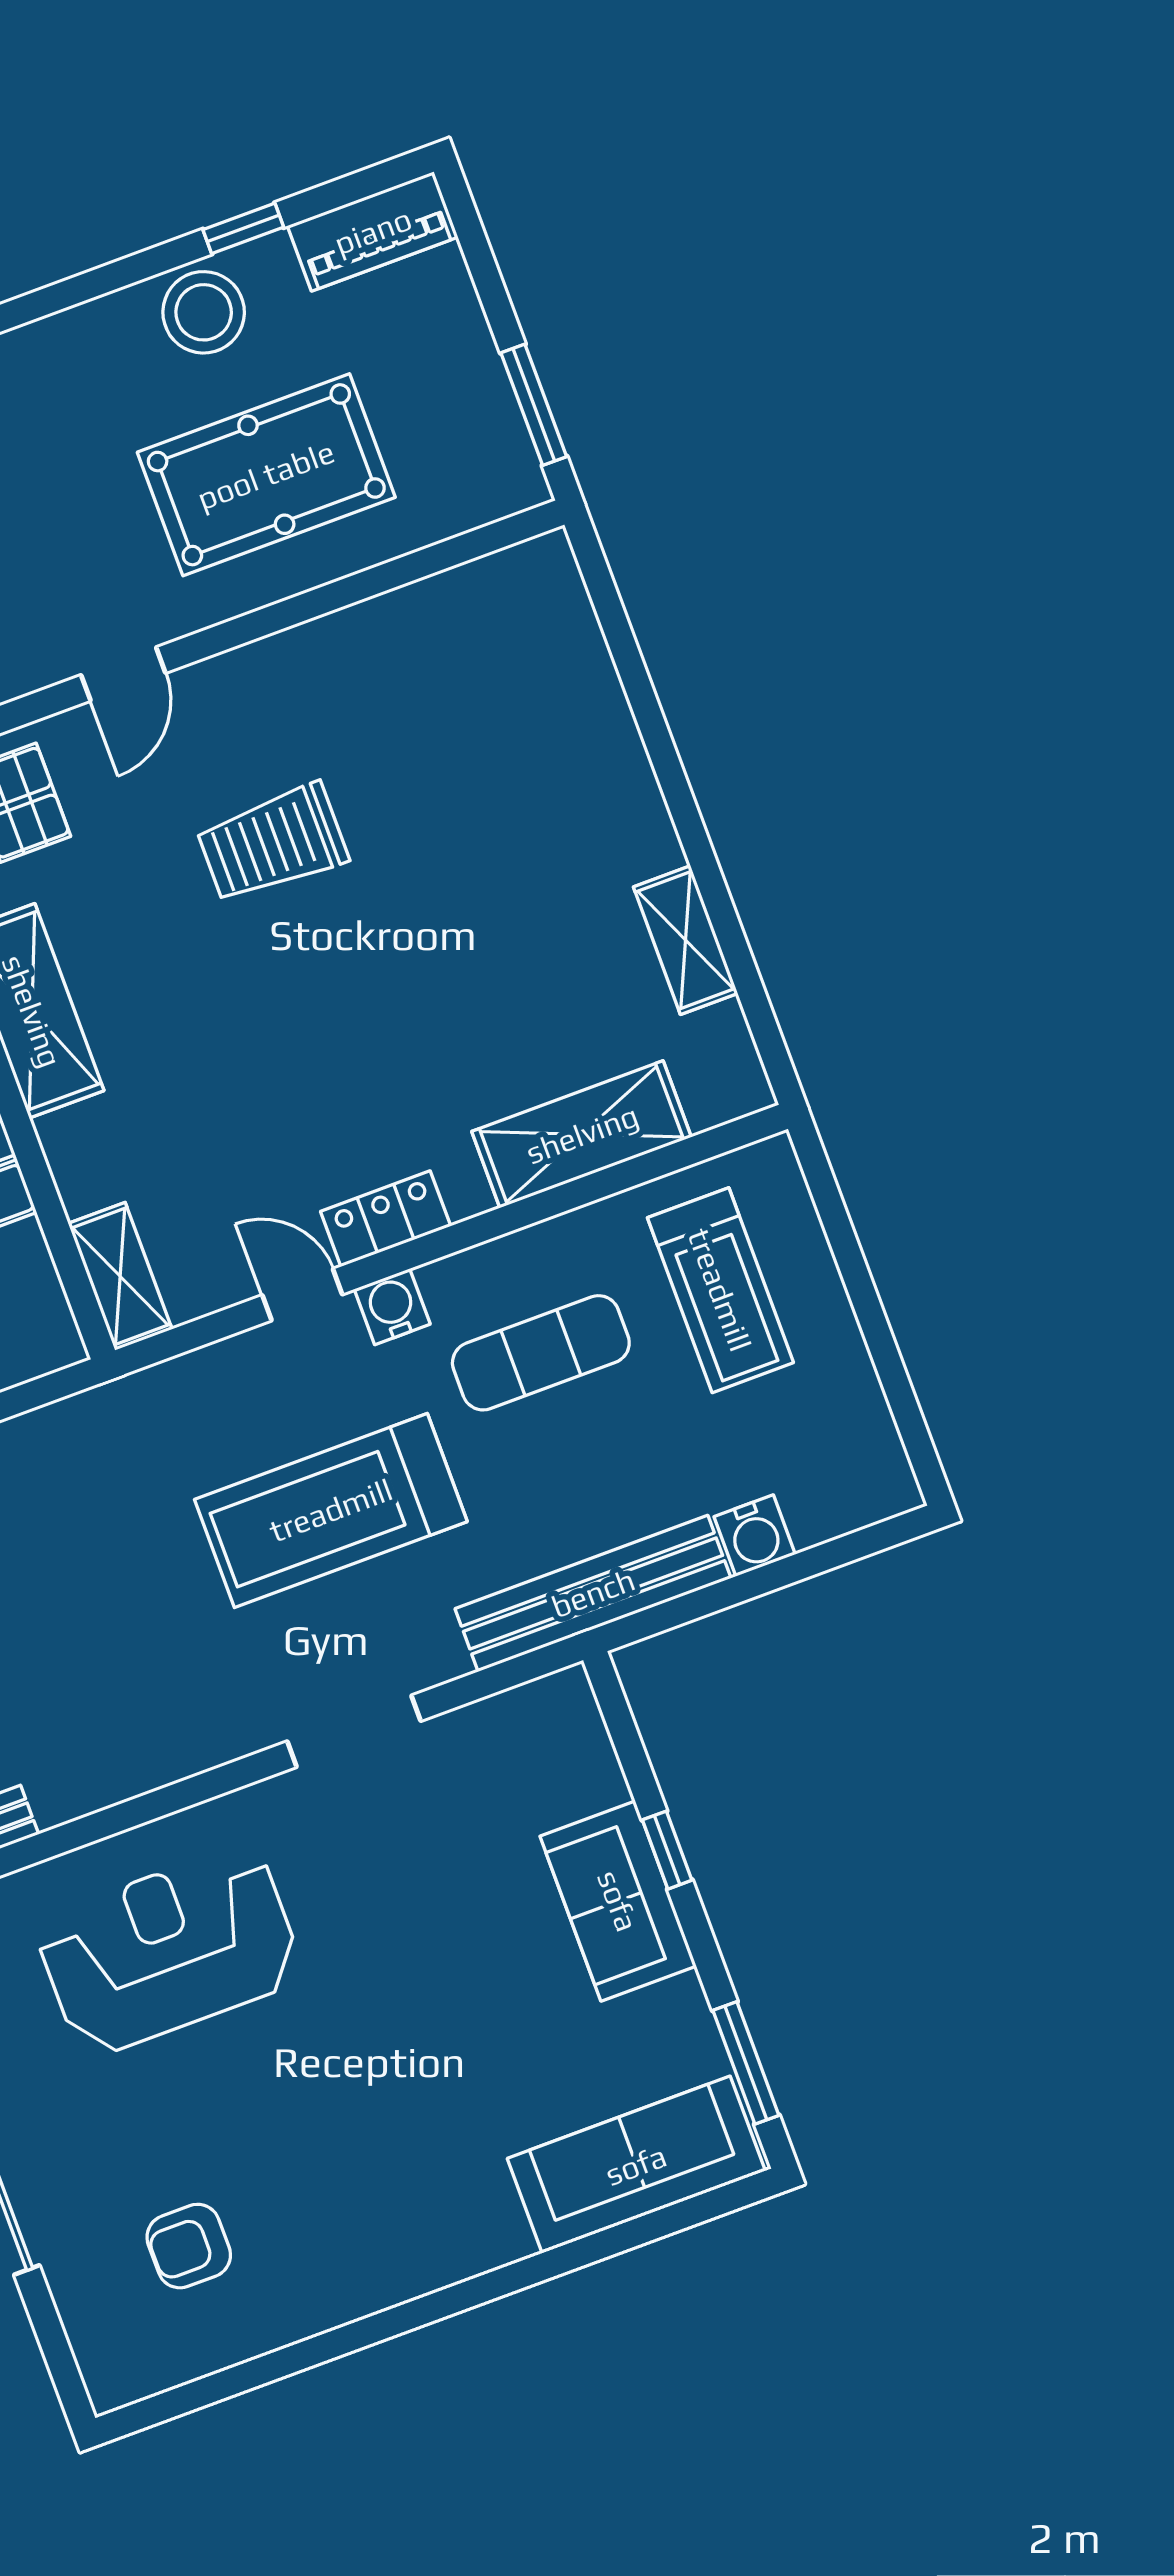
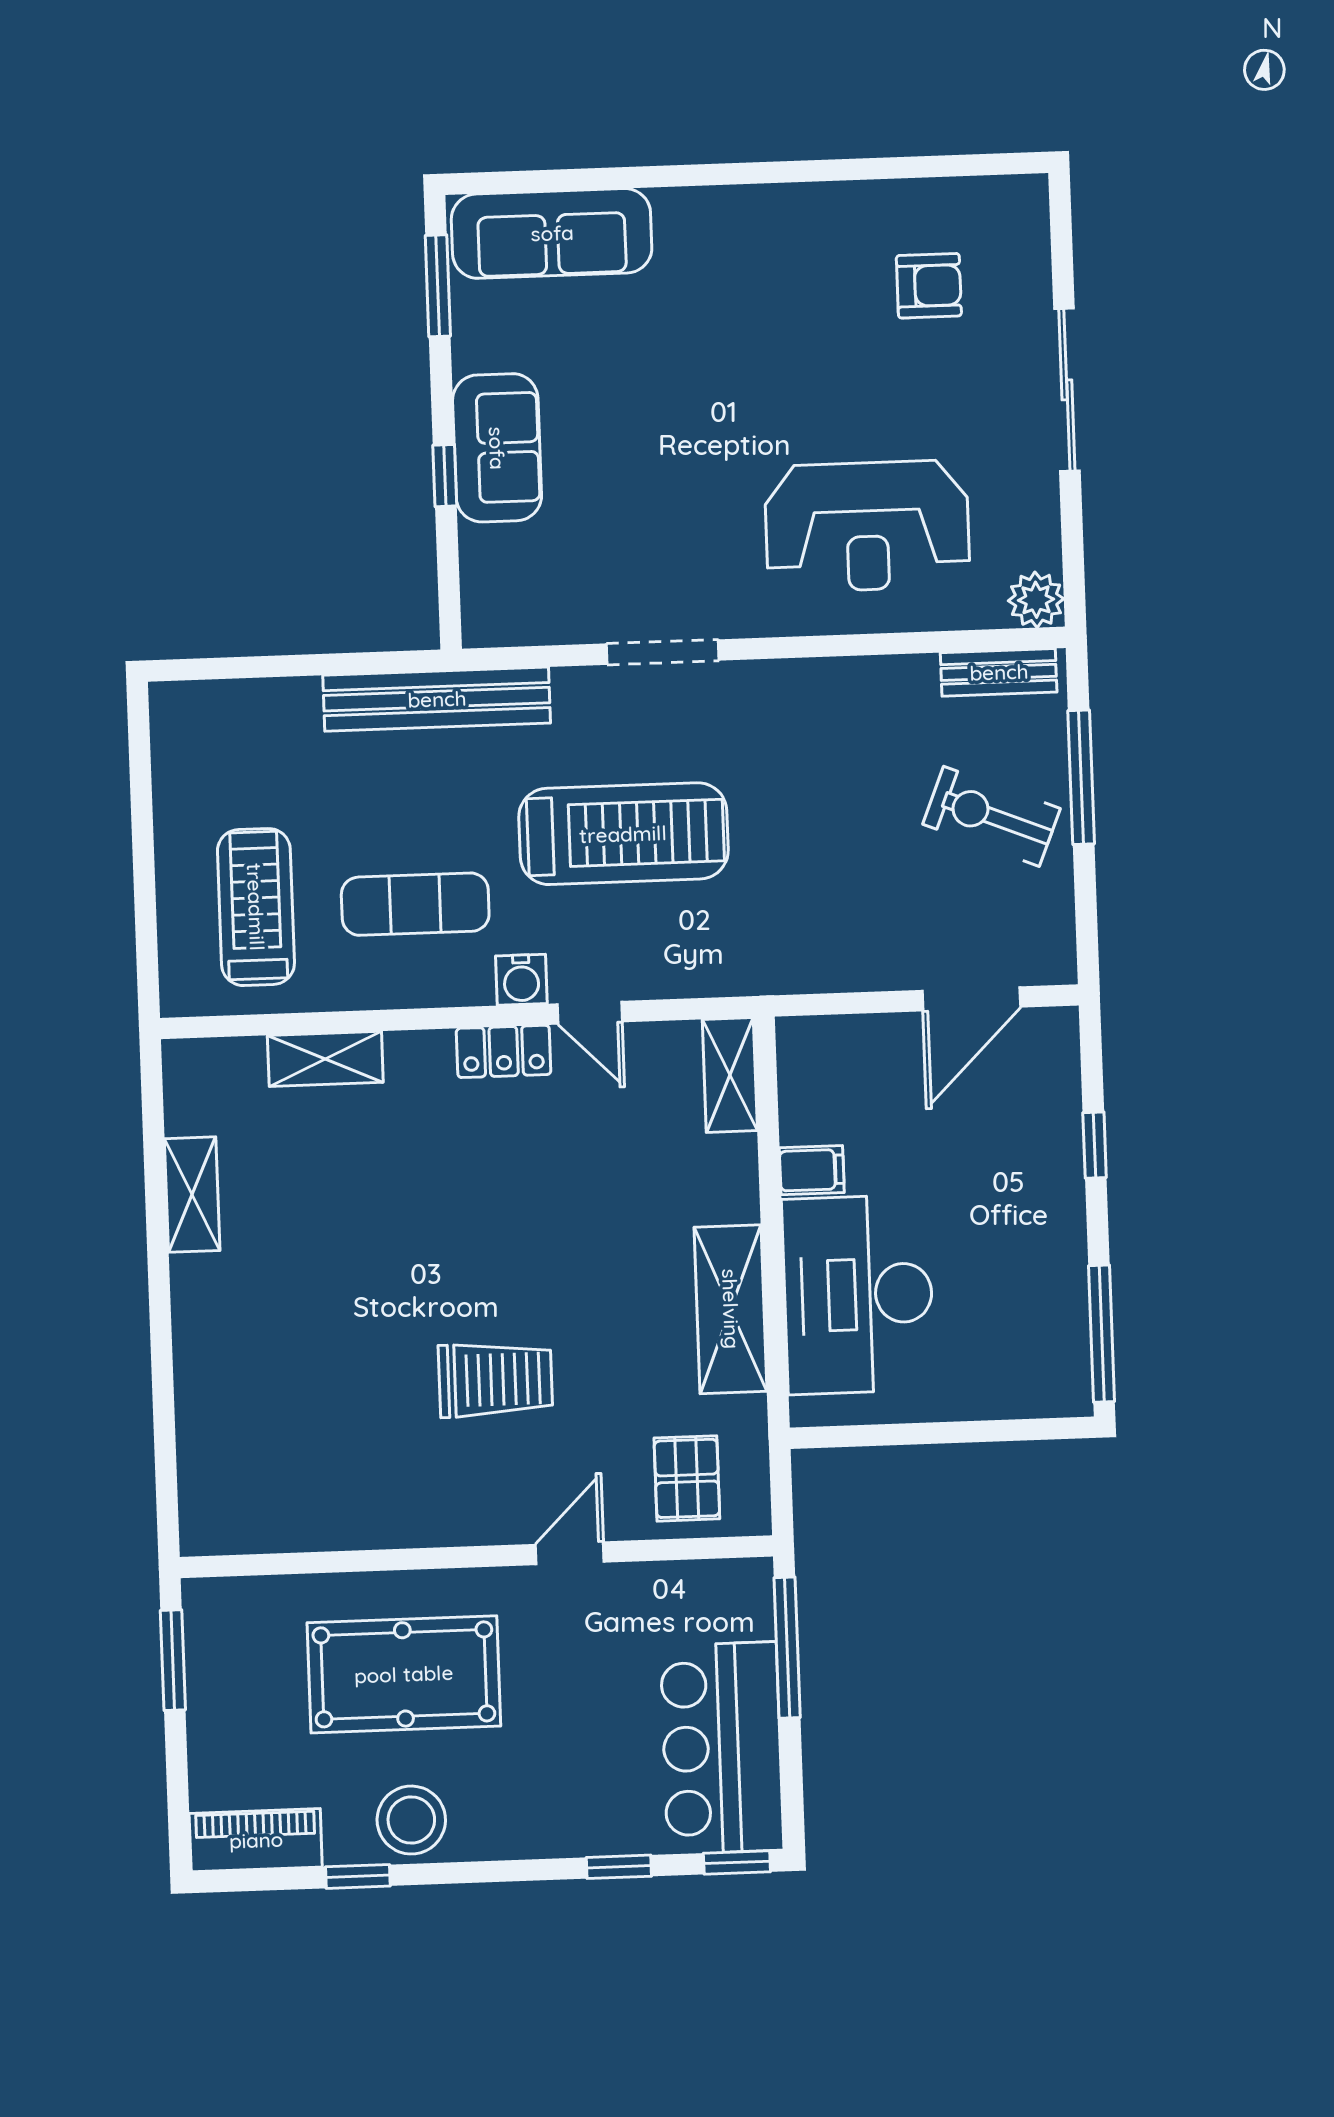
shelving: (582, 1134) -> (325, 1059), width x0.67, depth x0.75
water cooler: (755, 1536) -> (293, 703), removed

